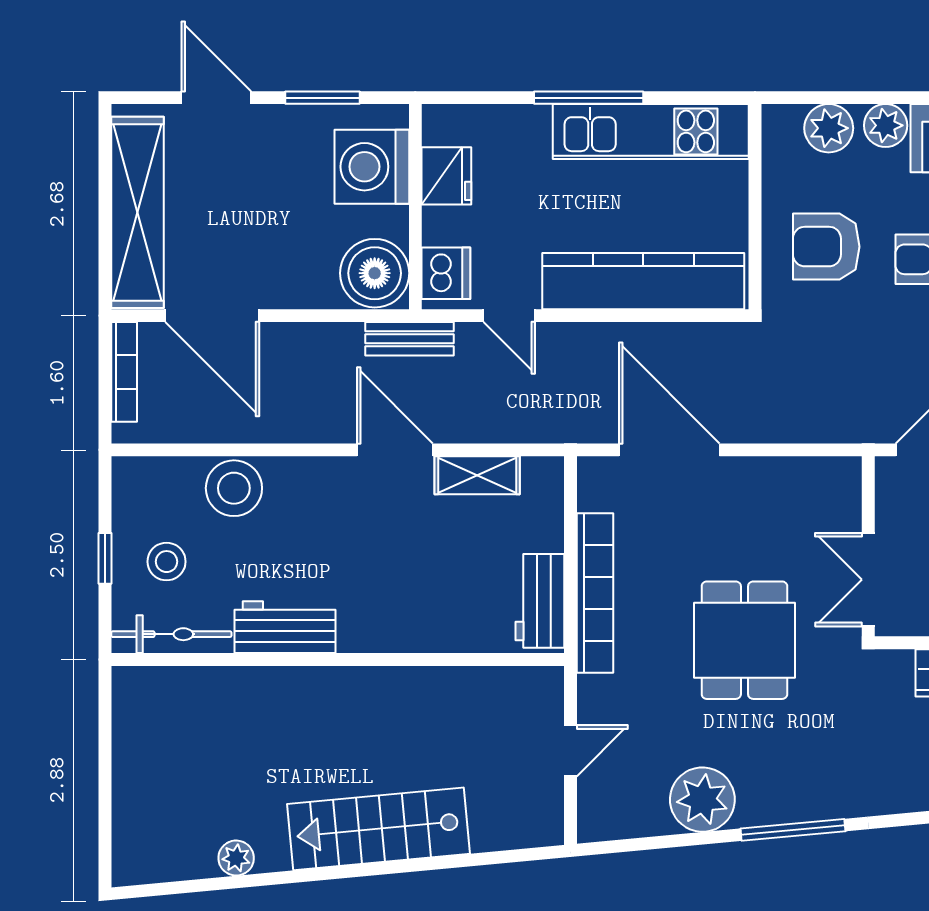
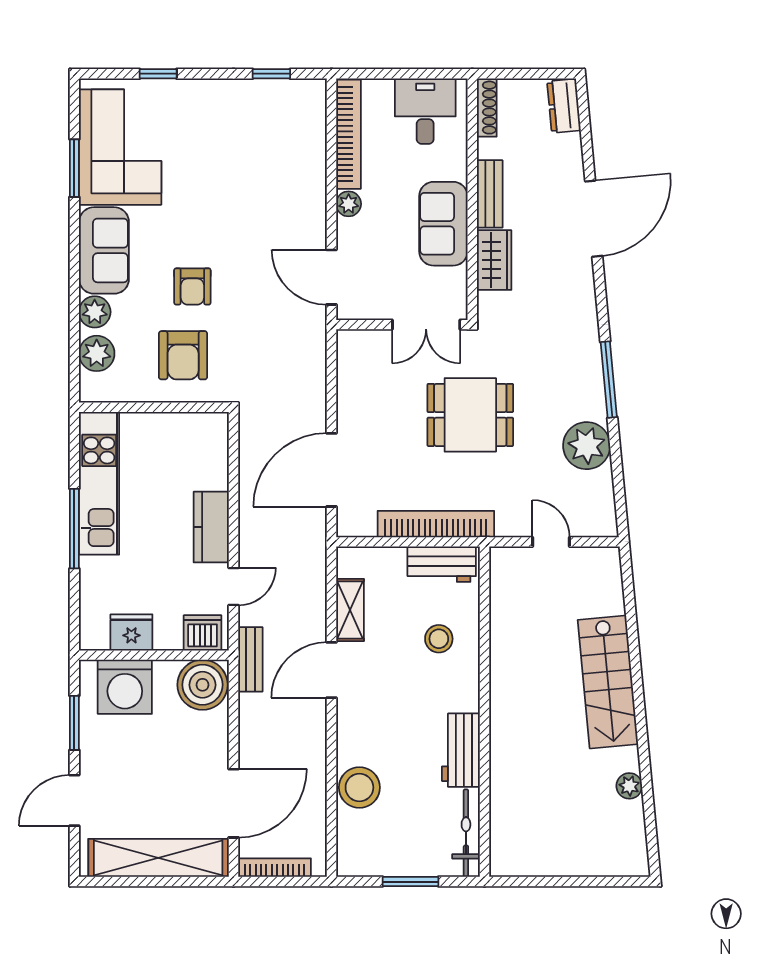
kitchen counter: (643, 281) -> (211, 527), width x0.48, depth x0.86
window: (105, 558) -> (411, 882), width x1.50
stool: (167, 562) -> (439, 639), moved

